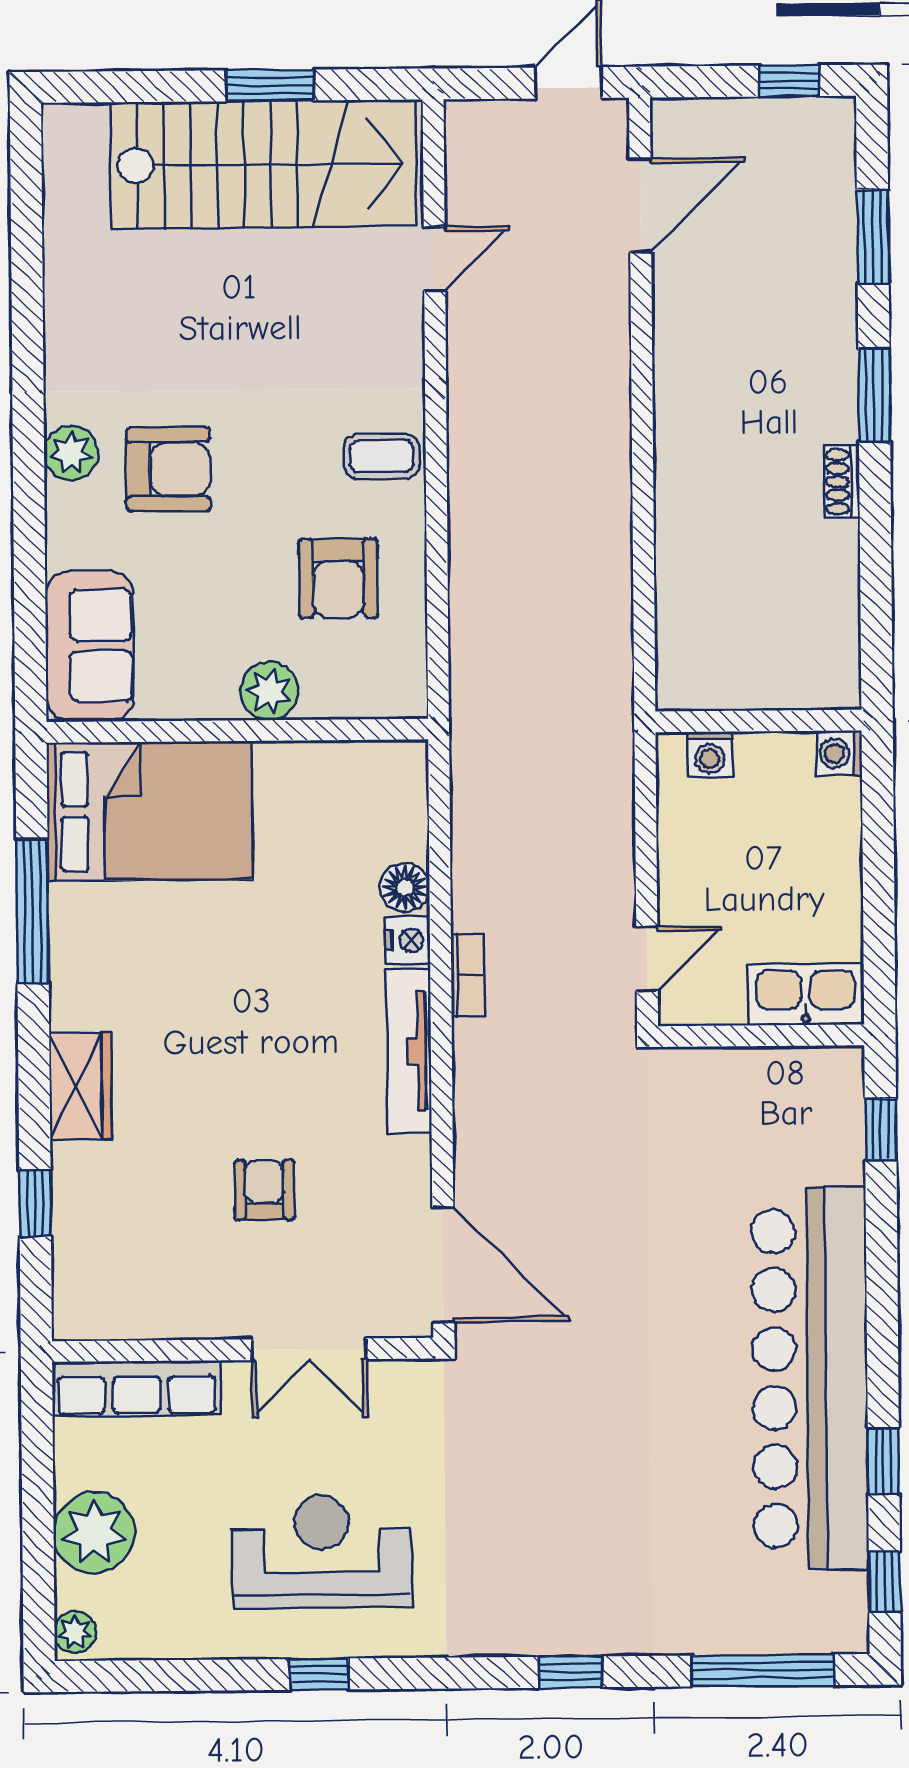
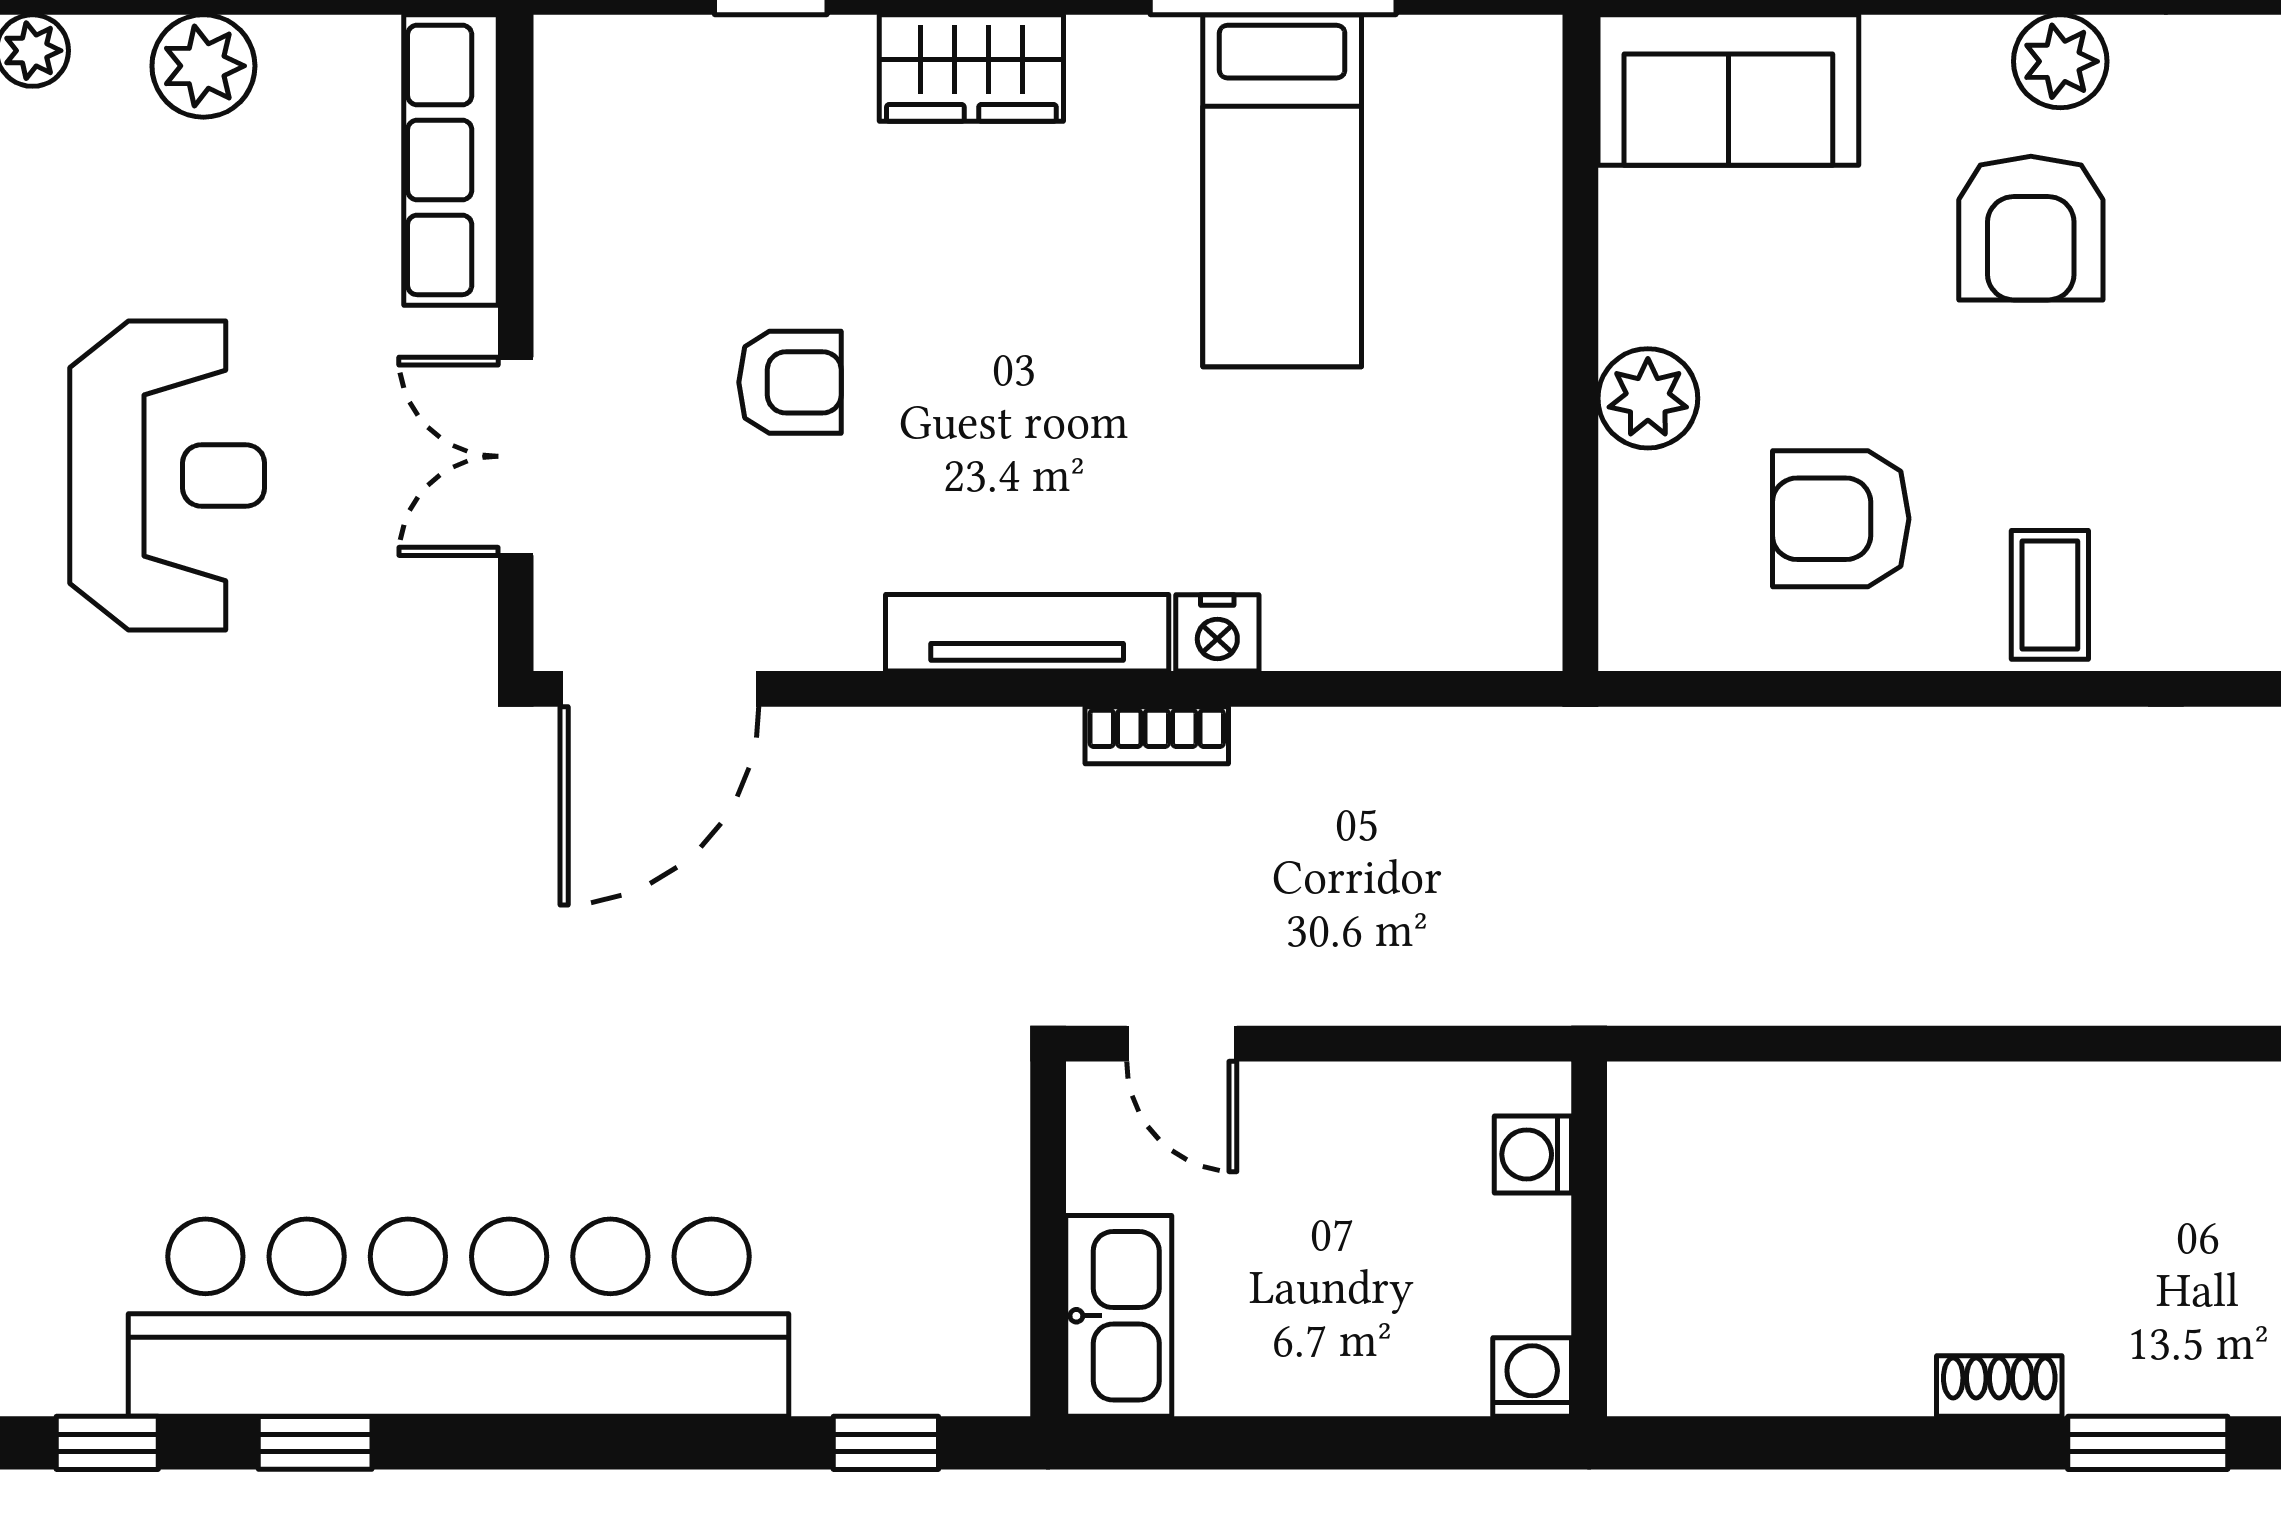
bed: (150, 811) -> (1282, 191), moved, width x0.67
floor lamp: (405, 887) -> (1308, 629), removed
plant: (94, 1533) -> (203, 66), width x0.73, depth x0.73

